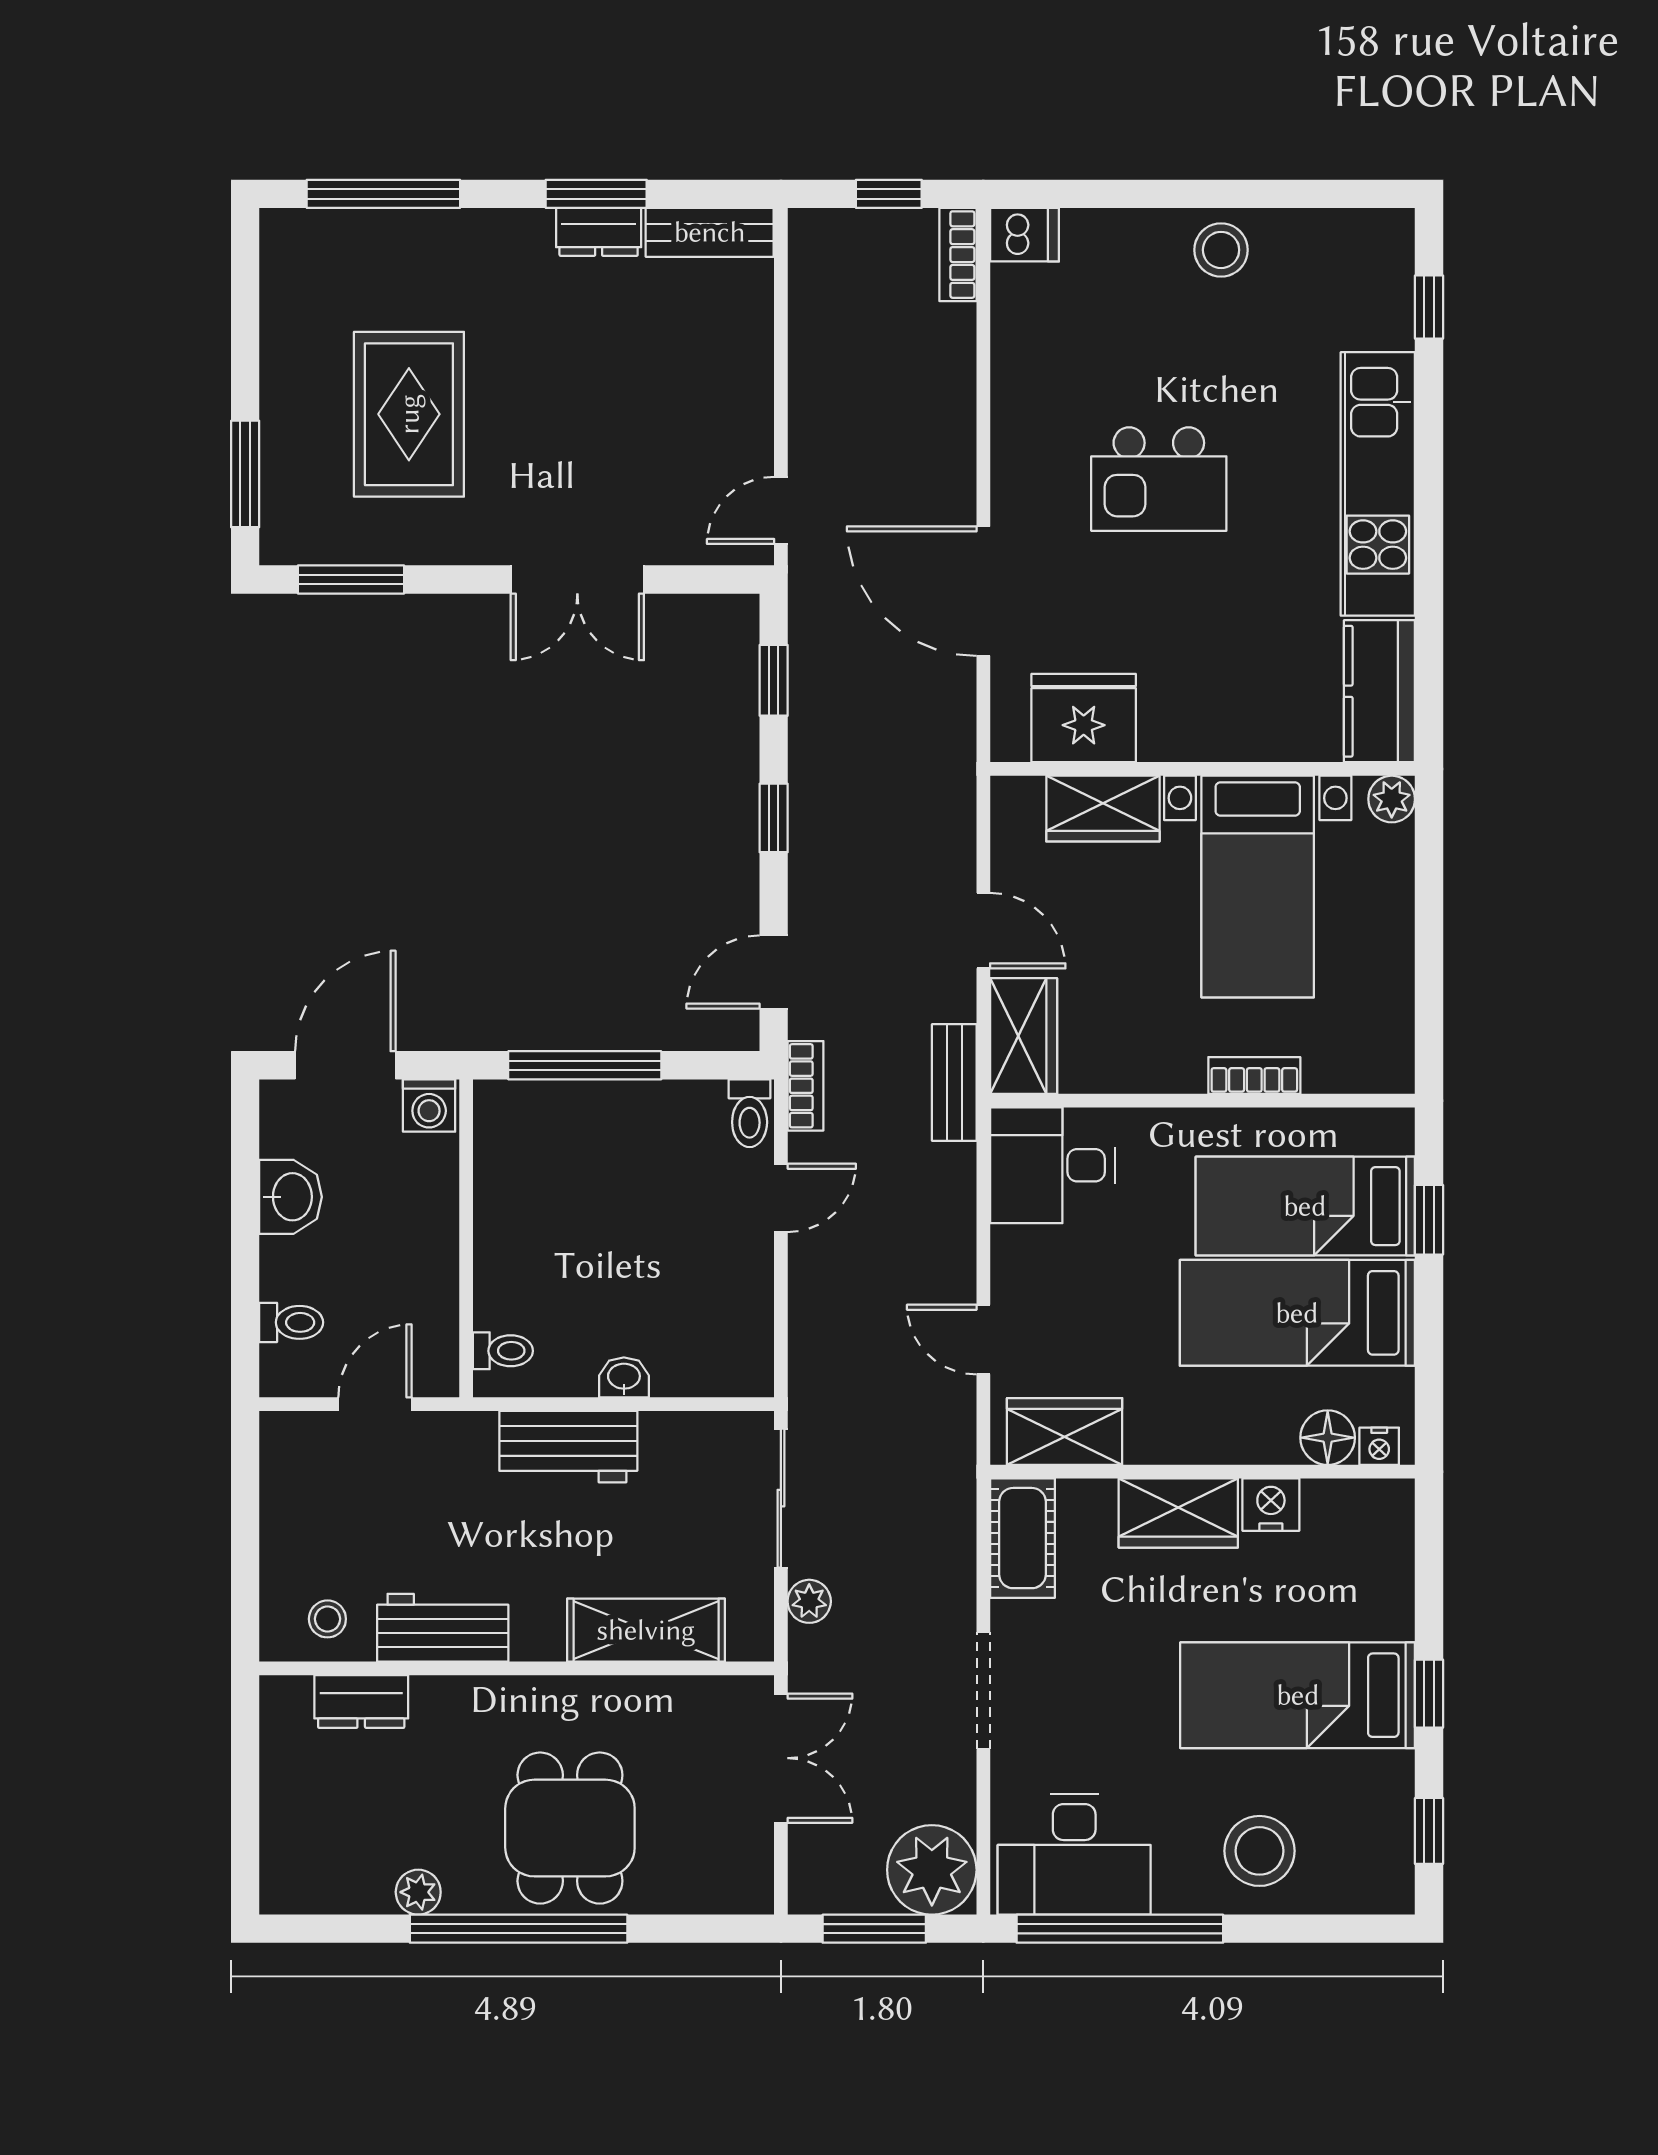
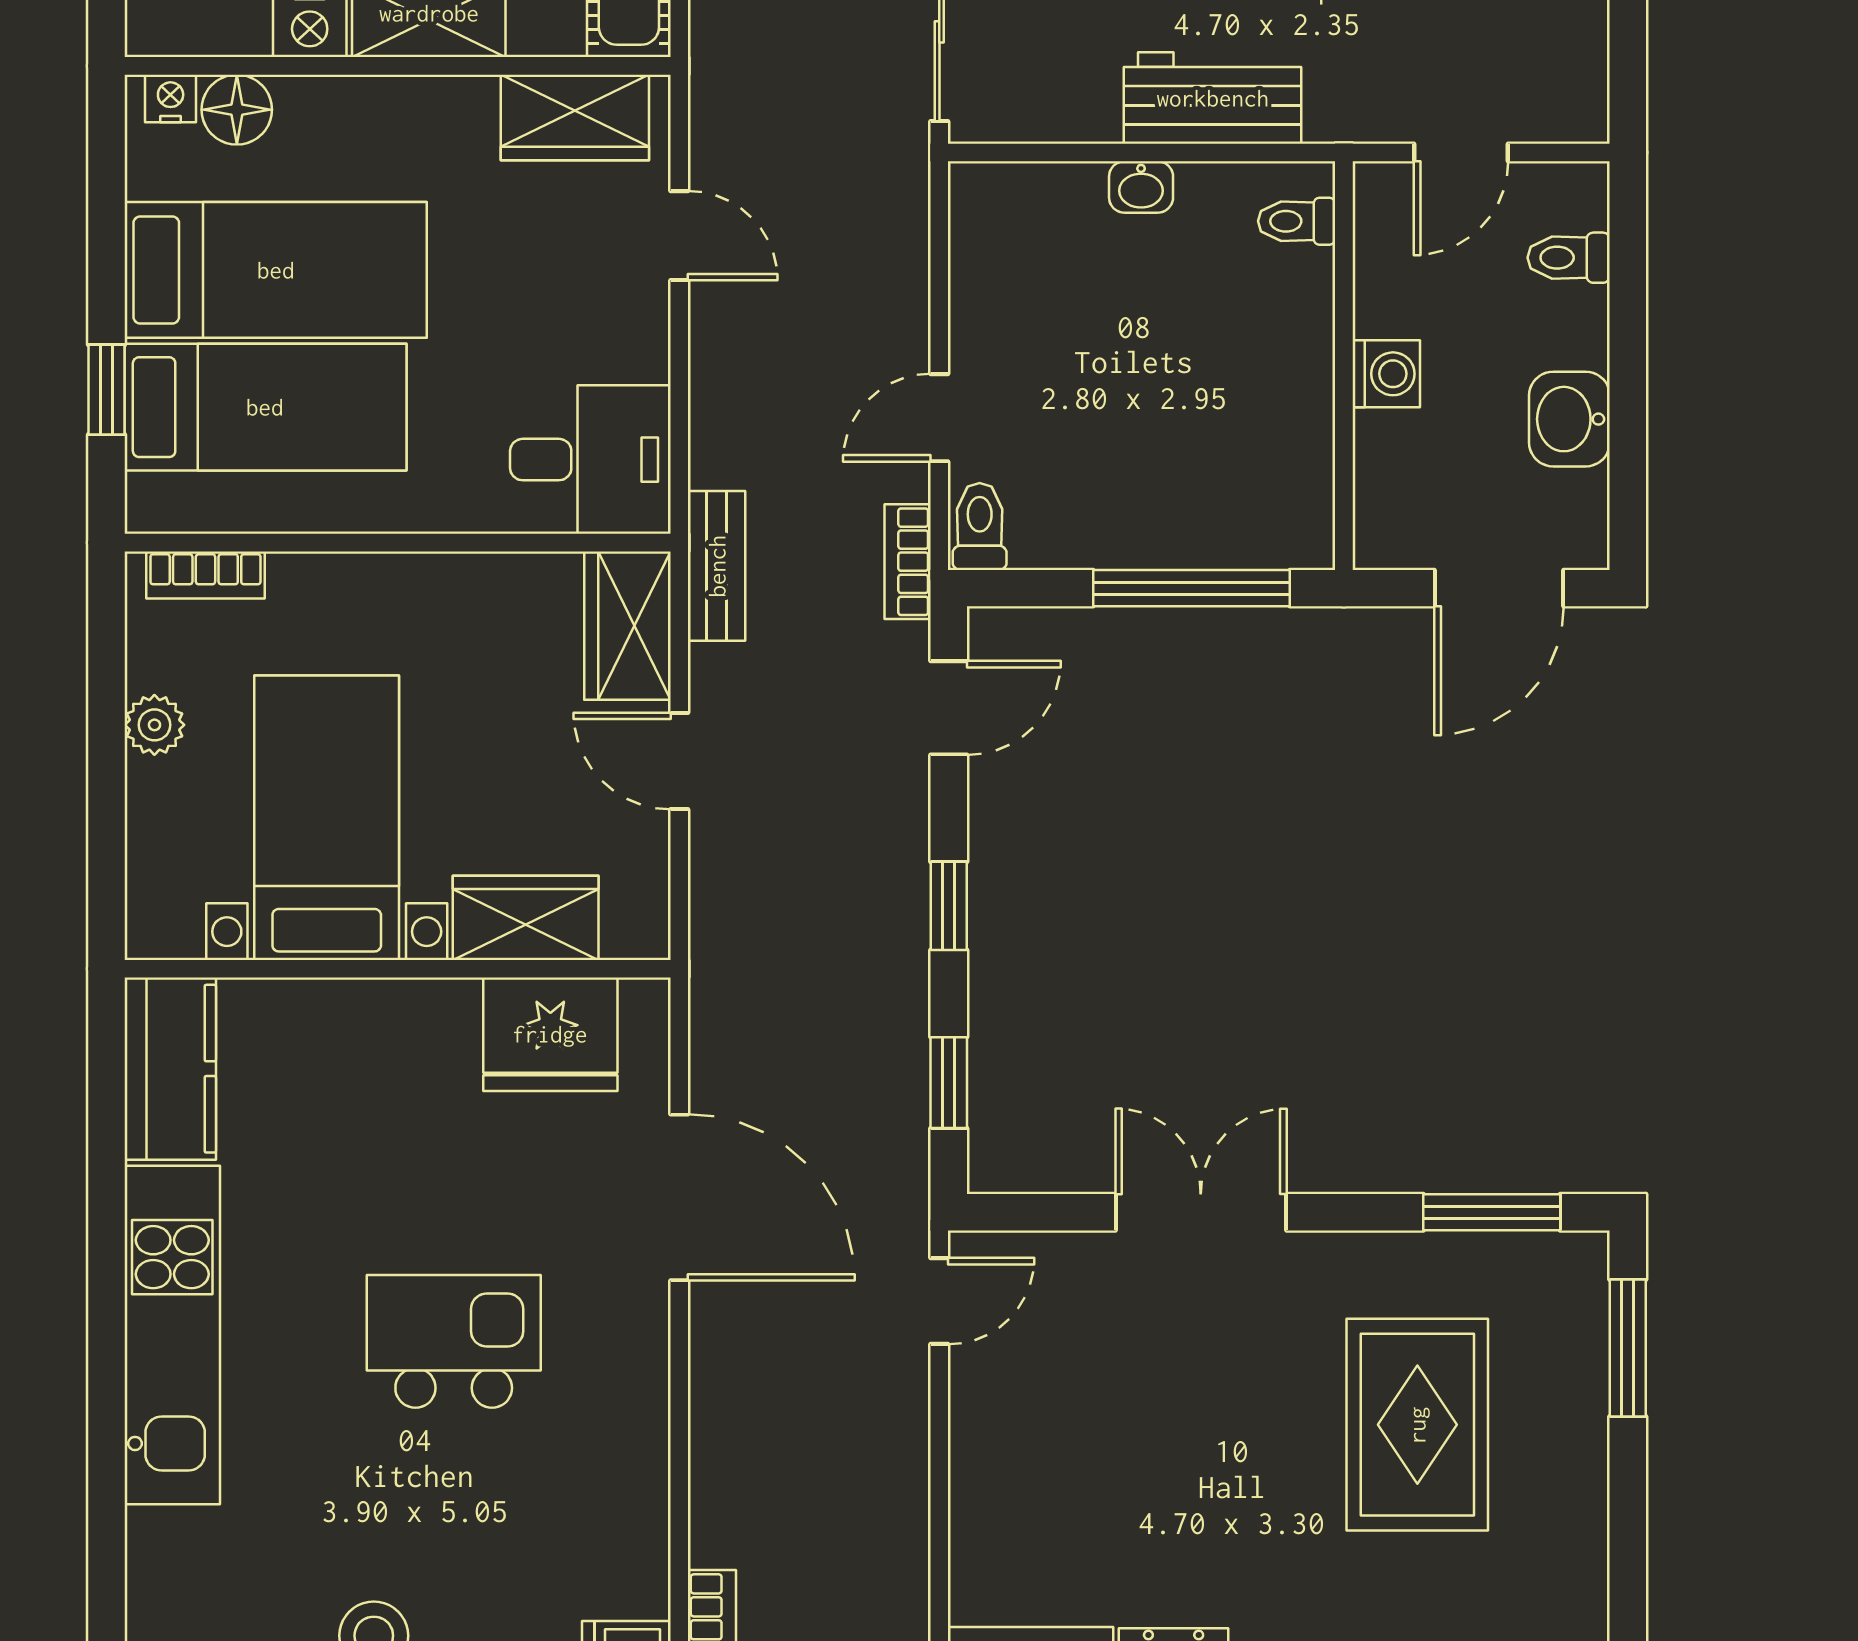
window: (1429, 307) -> (106, 1562), removed
plant: (1392, 799) -> (154, 725), moved
bookcase: (1254, 1076) -> (205, 575), moved
washing machine: (429, 1105) -> (1386, 374), moved, turned 90

